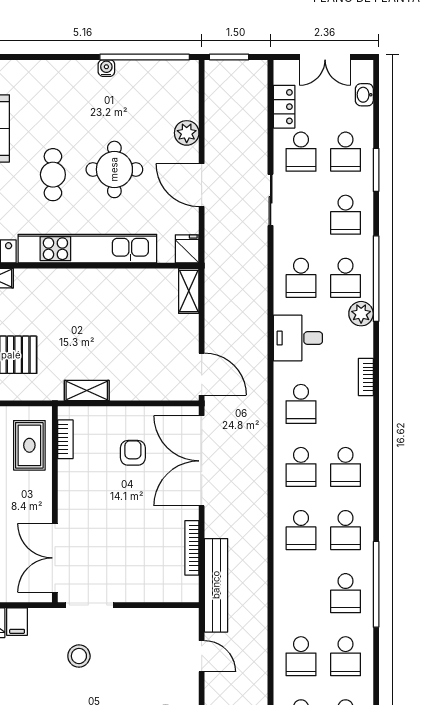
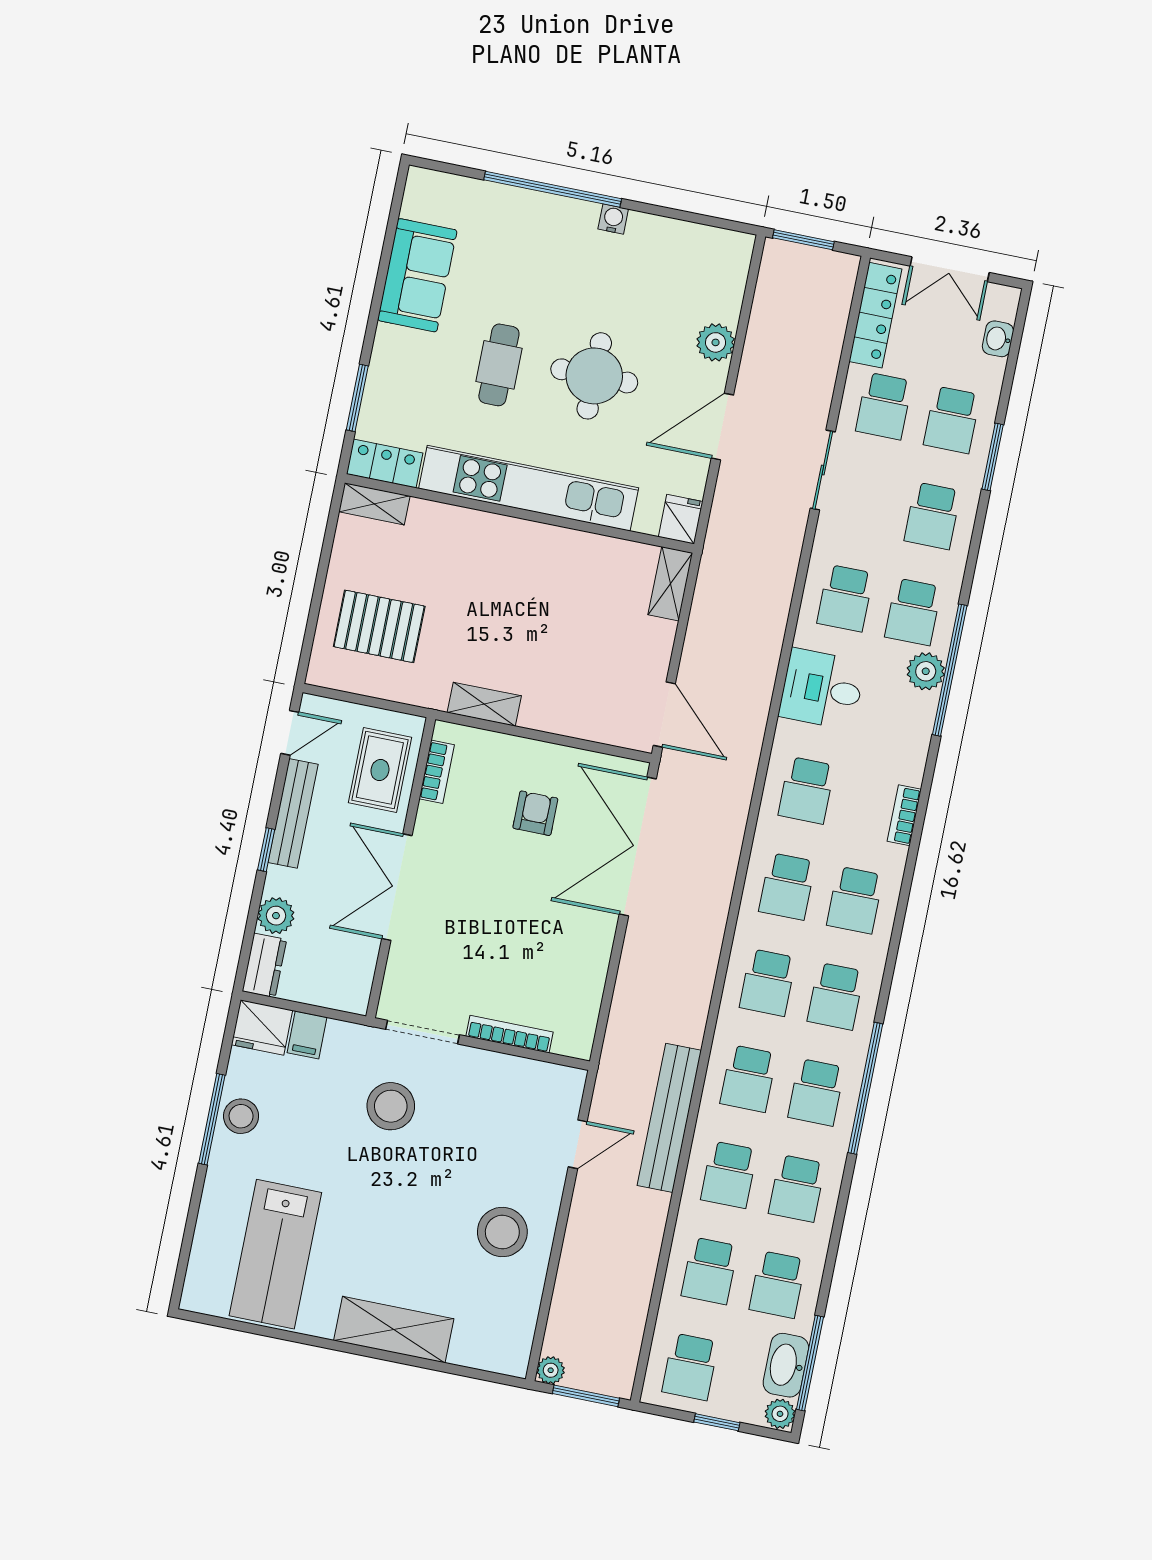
window: (145, 57) -> (553, 189), moved
locker: (284, 107) -> (875, 315), width x1.53
door: (202, 185) -> (722, 427), hinge flipped
window: (376, 279) -> (950, 670), moved
bookcase: (366, 377) -> (904, 815), moved
bookcase: (192, 548) -> (509, 1034), moved, turned 90
double door: (55, 558) -> (397, 887), moved
bench: (216, 585) -> (669, 1118), moved
school desk: (301, 593) -> (748, 1079), added
stool: (79, 656) -> (391, 1106), width x1.38, depth x1.38
door: (202, 656) -> (578, 1144), hinge flipped

